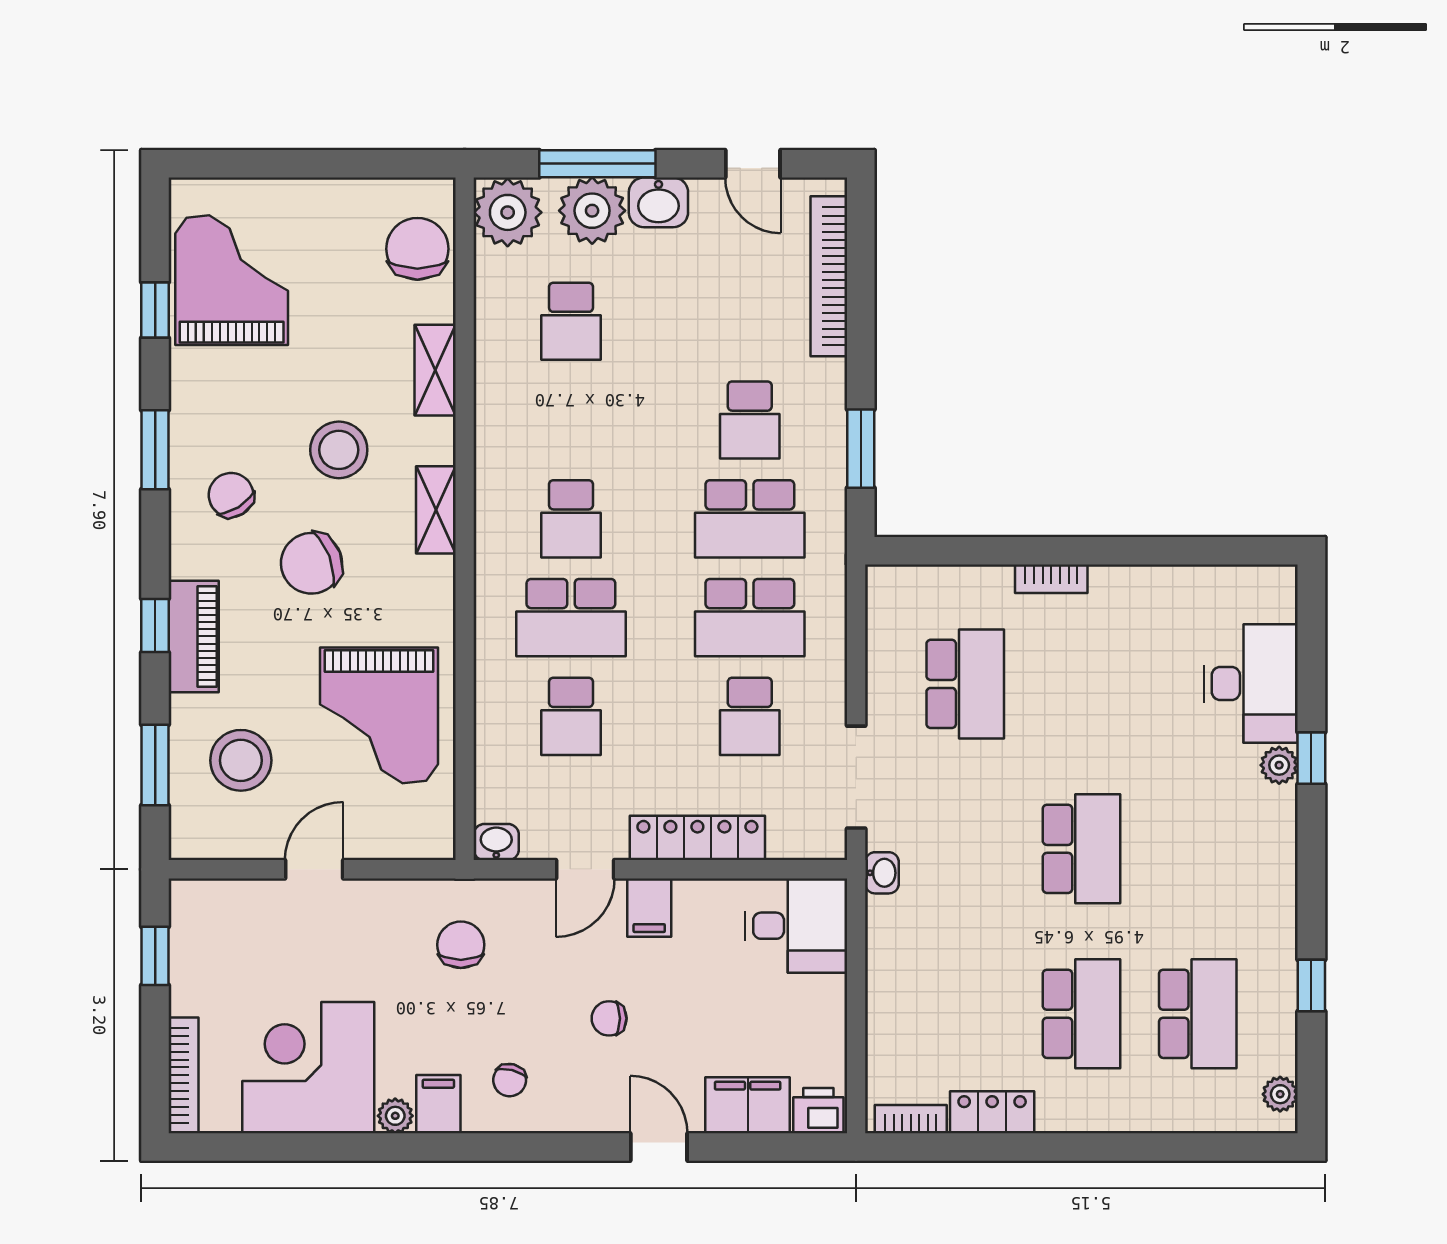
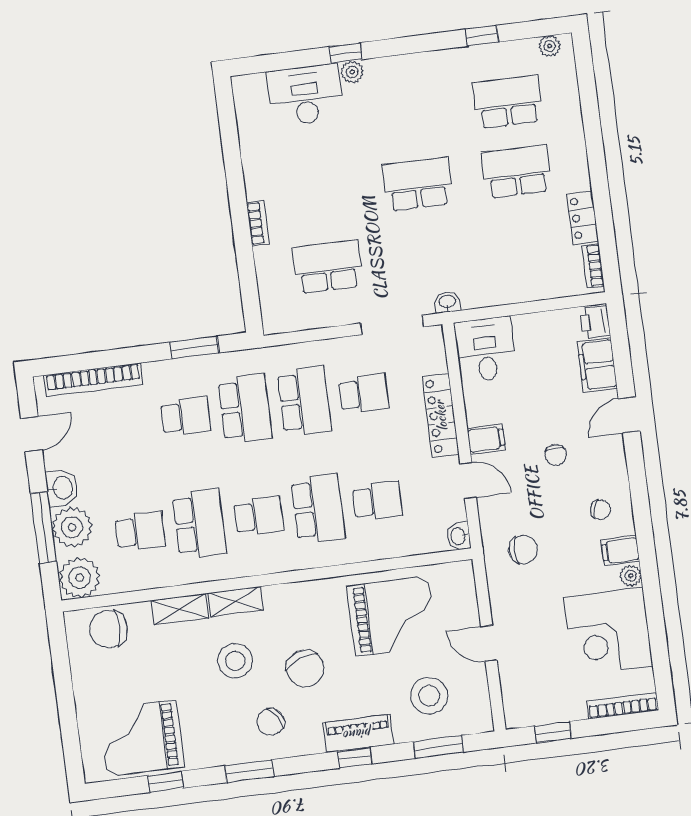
school desk: (571, 420) -> (199, 524), added
shelving: (436, 510) -> (236, 601), moved
chair: (461, 945) -> (523, 549), turned 180

